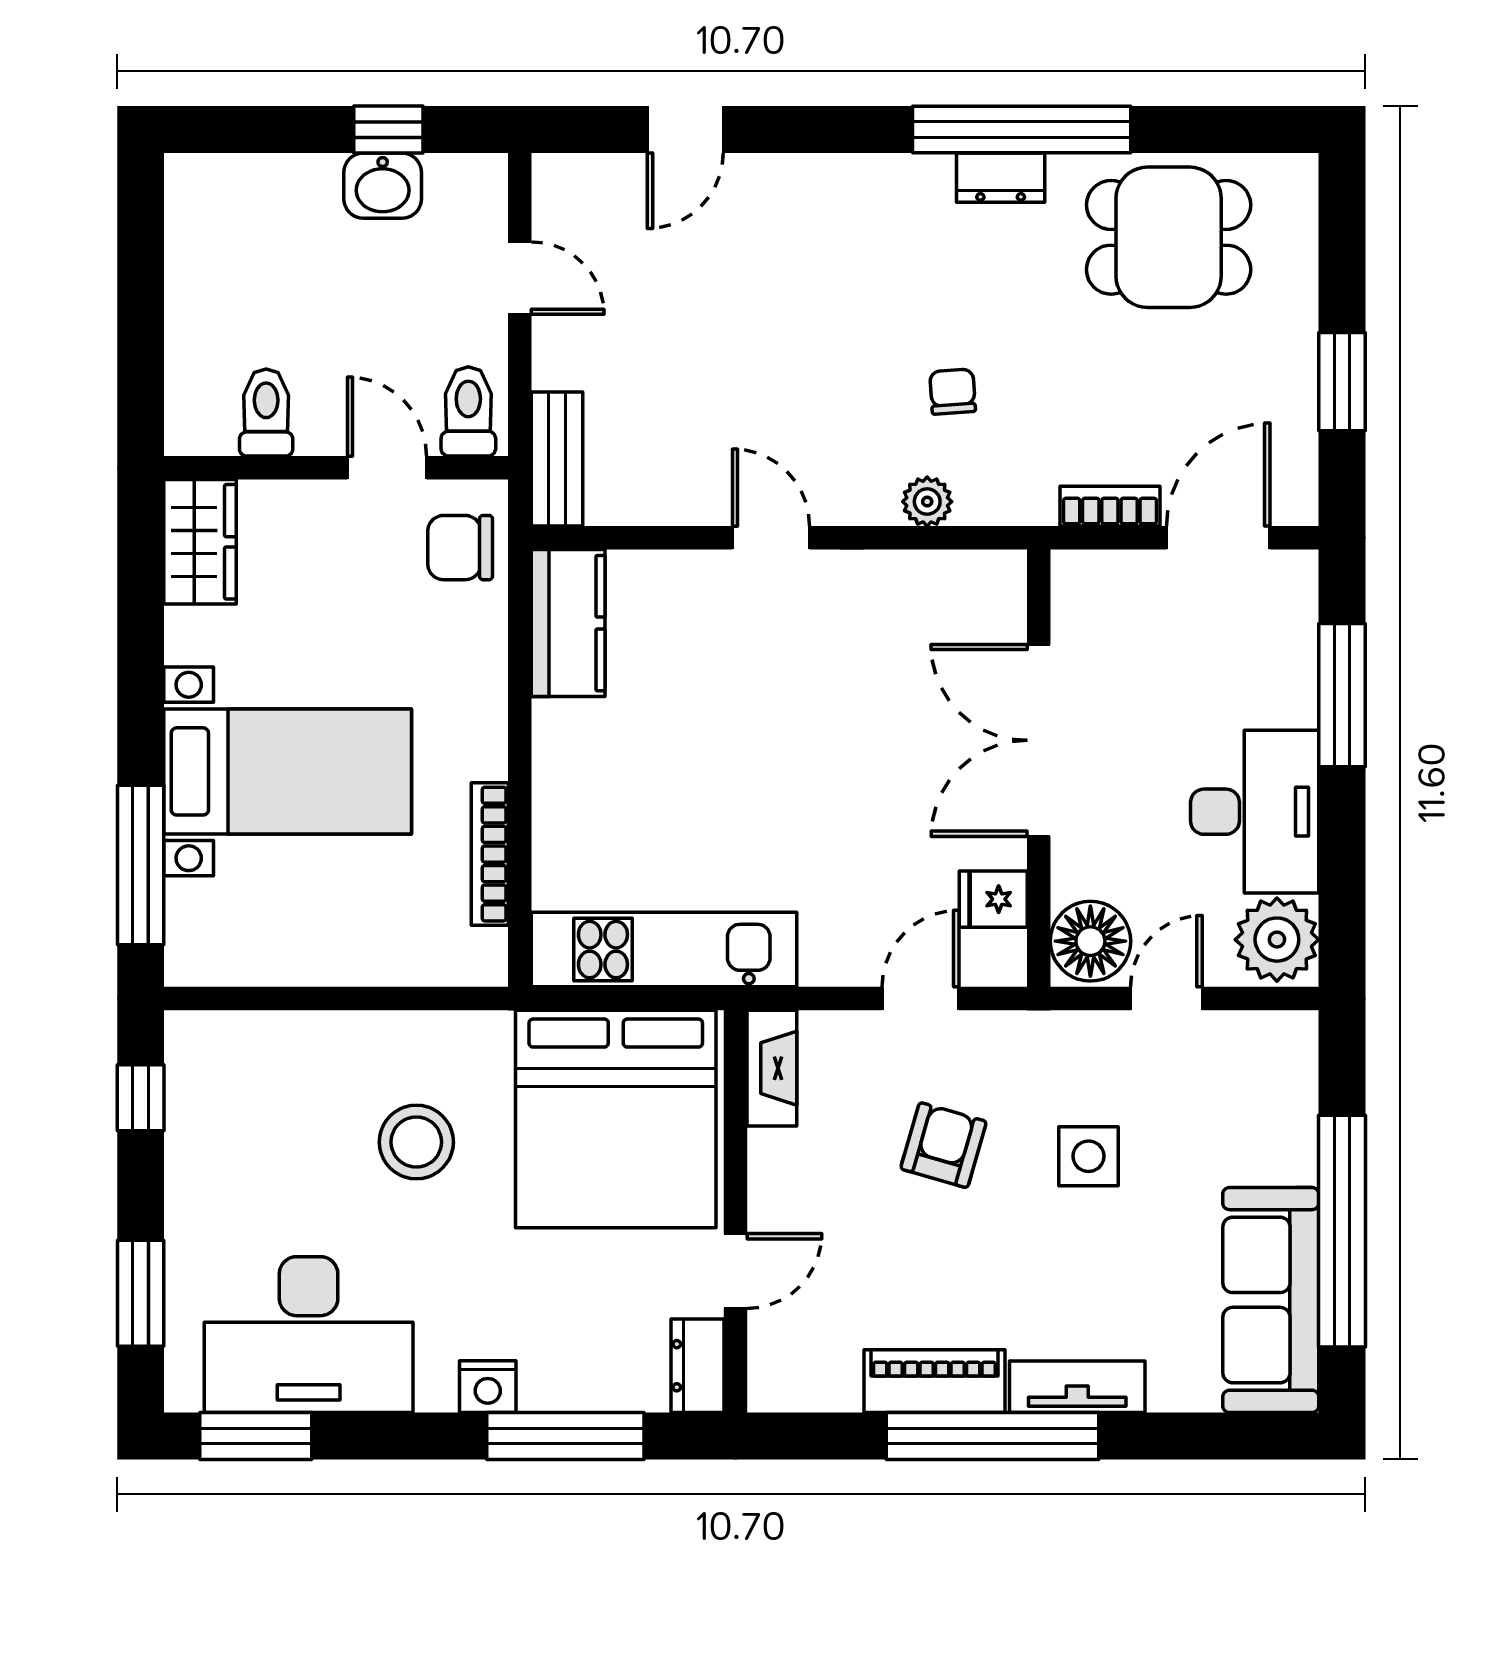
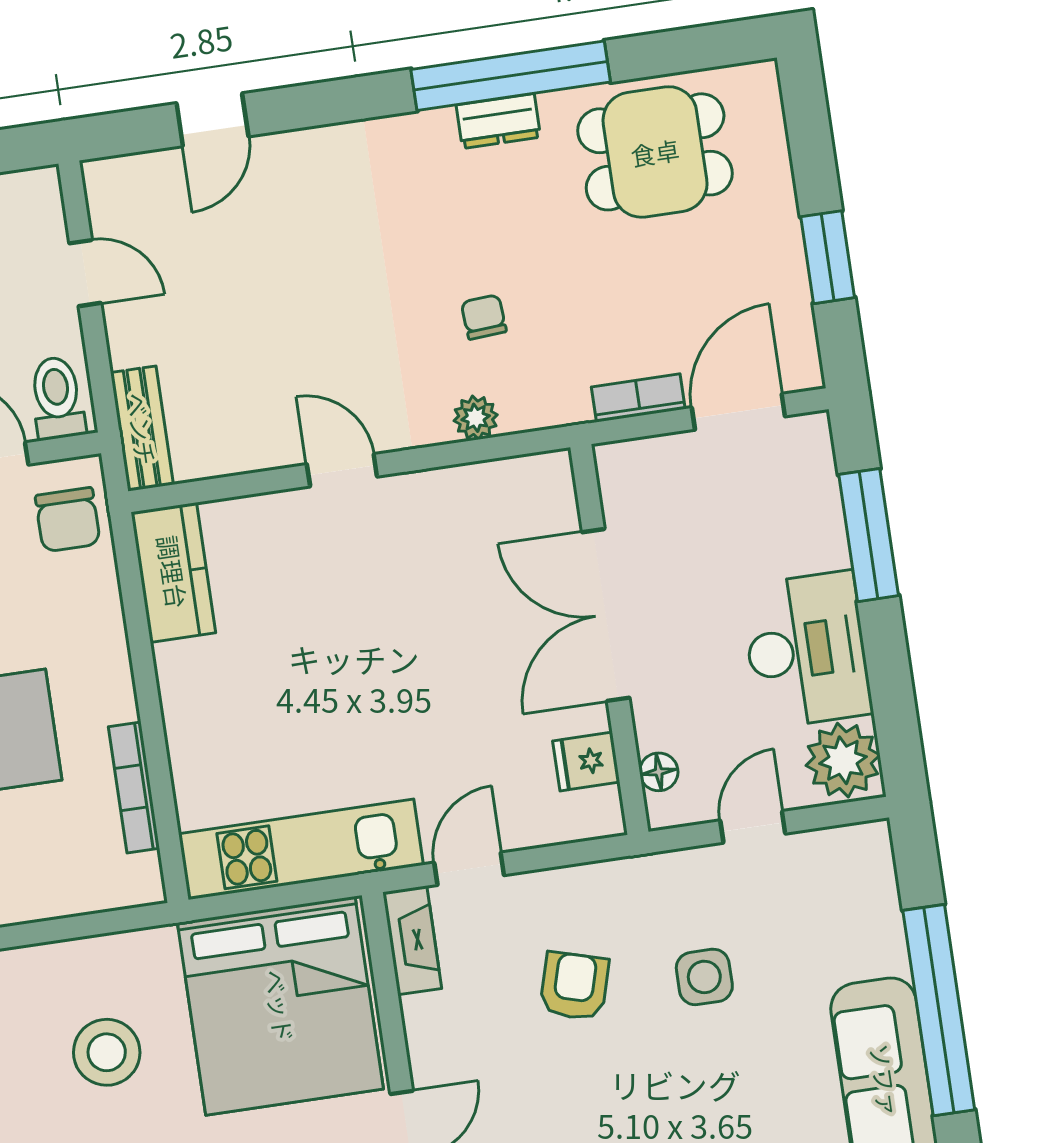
chair: (460, 548) -> (68, 520), turned -90
floor lamp: (1090, 941) -> (659, 772), width x0.53, depth x0.53
door: (920, 999) -> (469, 869), moved

